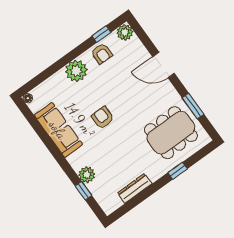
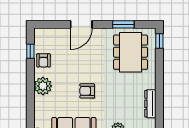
plant: (125, 32) -> (40, 35), removed
armchair: (102, 53) -> (43, 60), turned 90
window: (178, 171) -> (159, 41), moved

